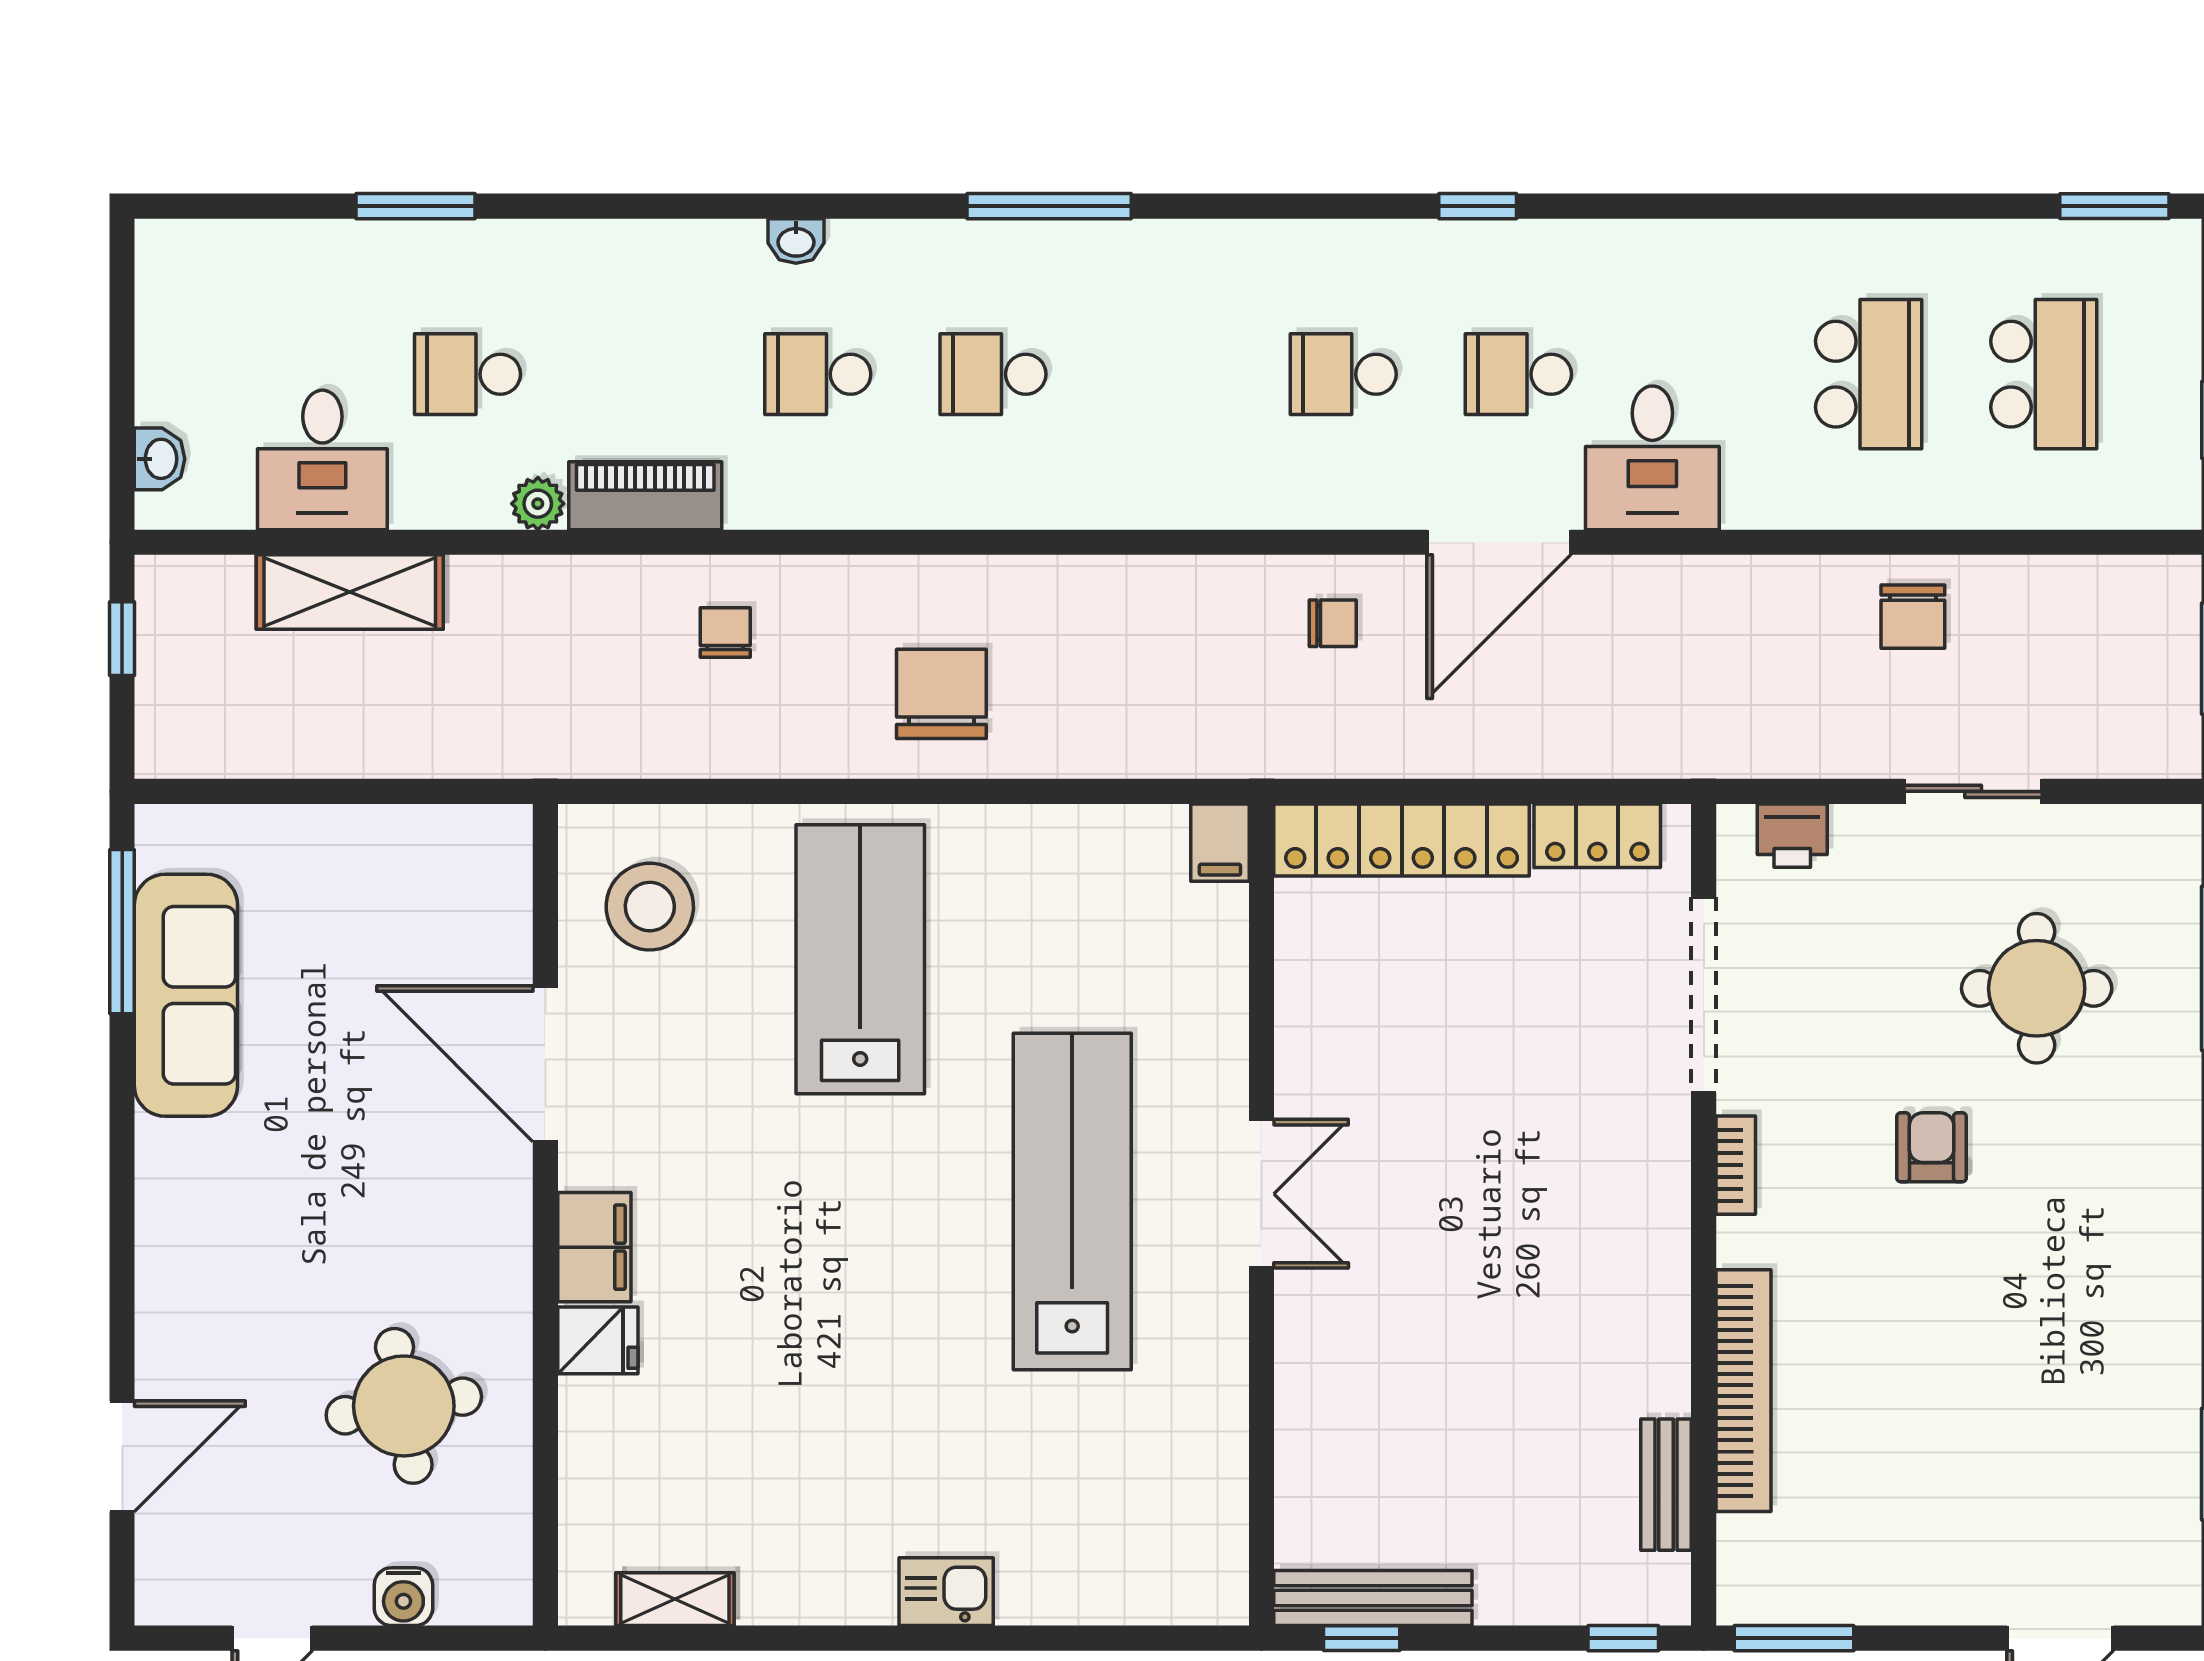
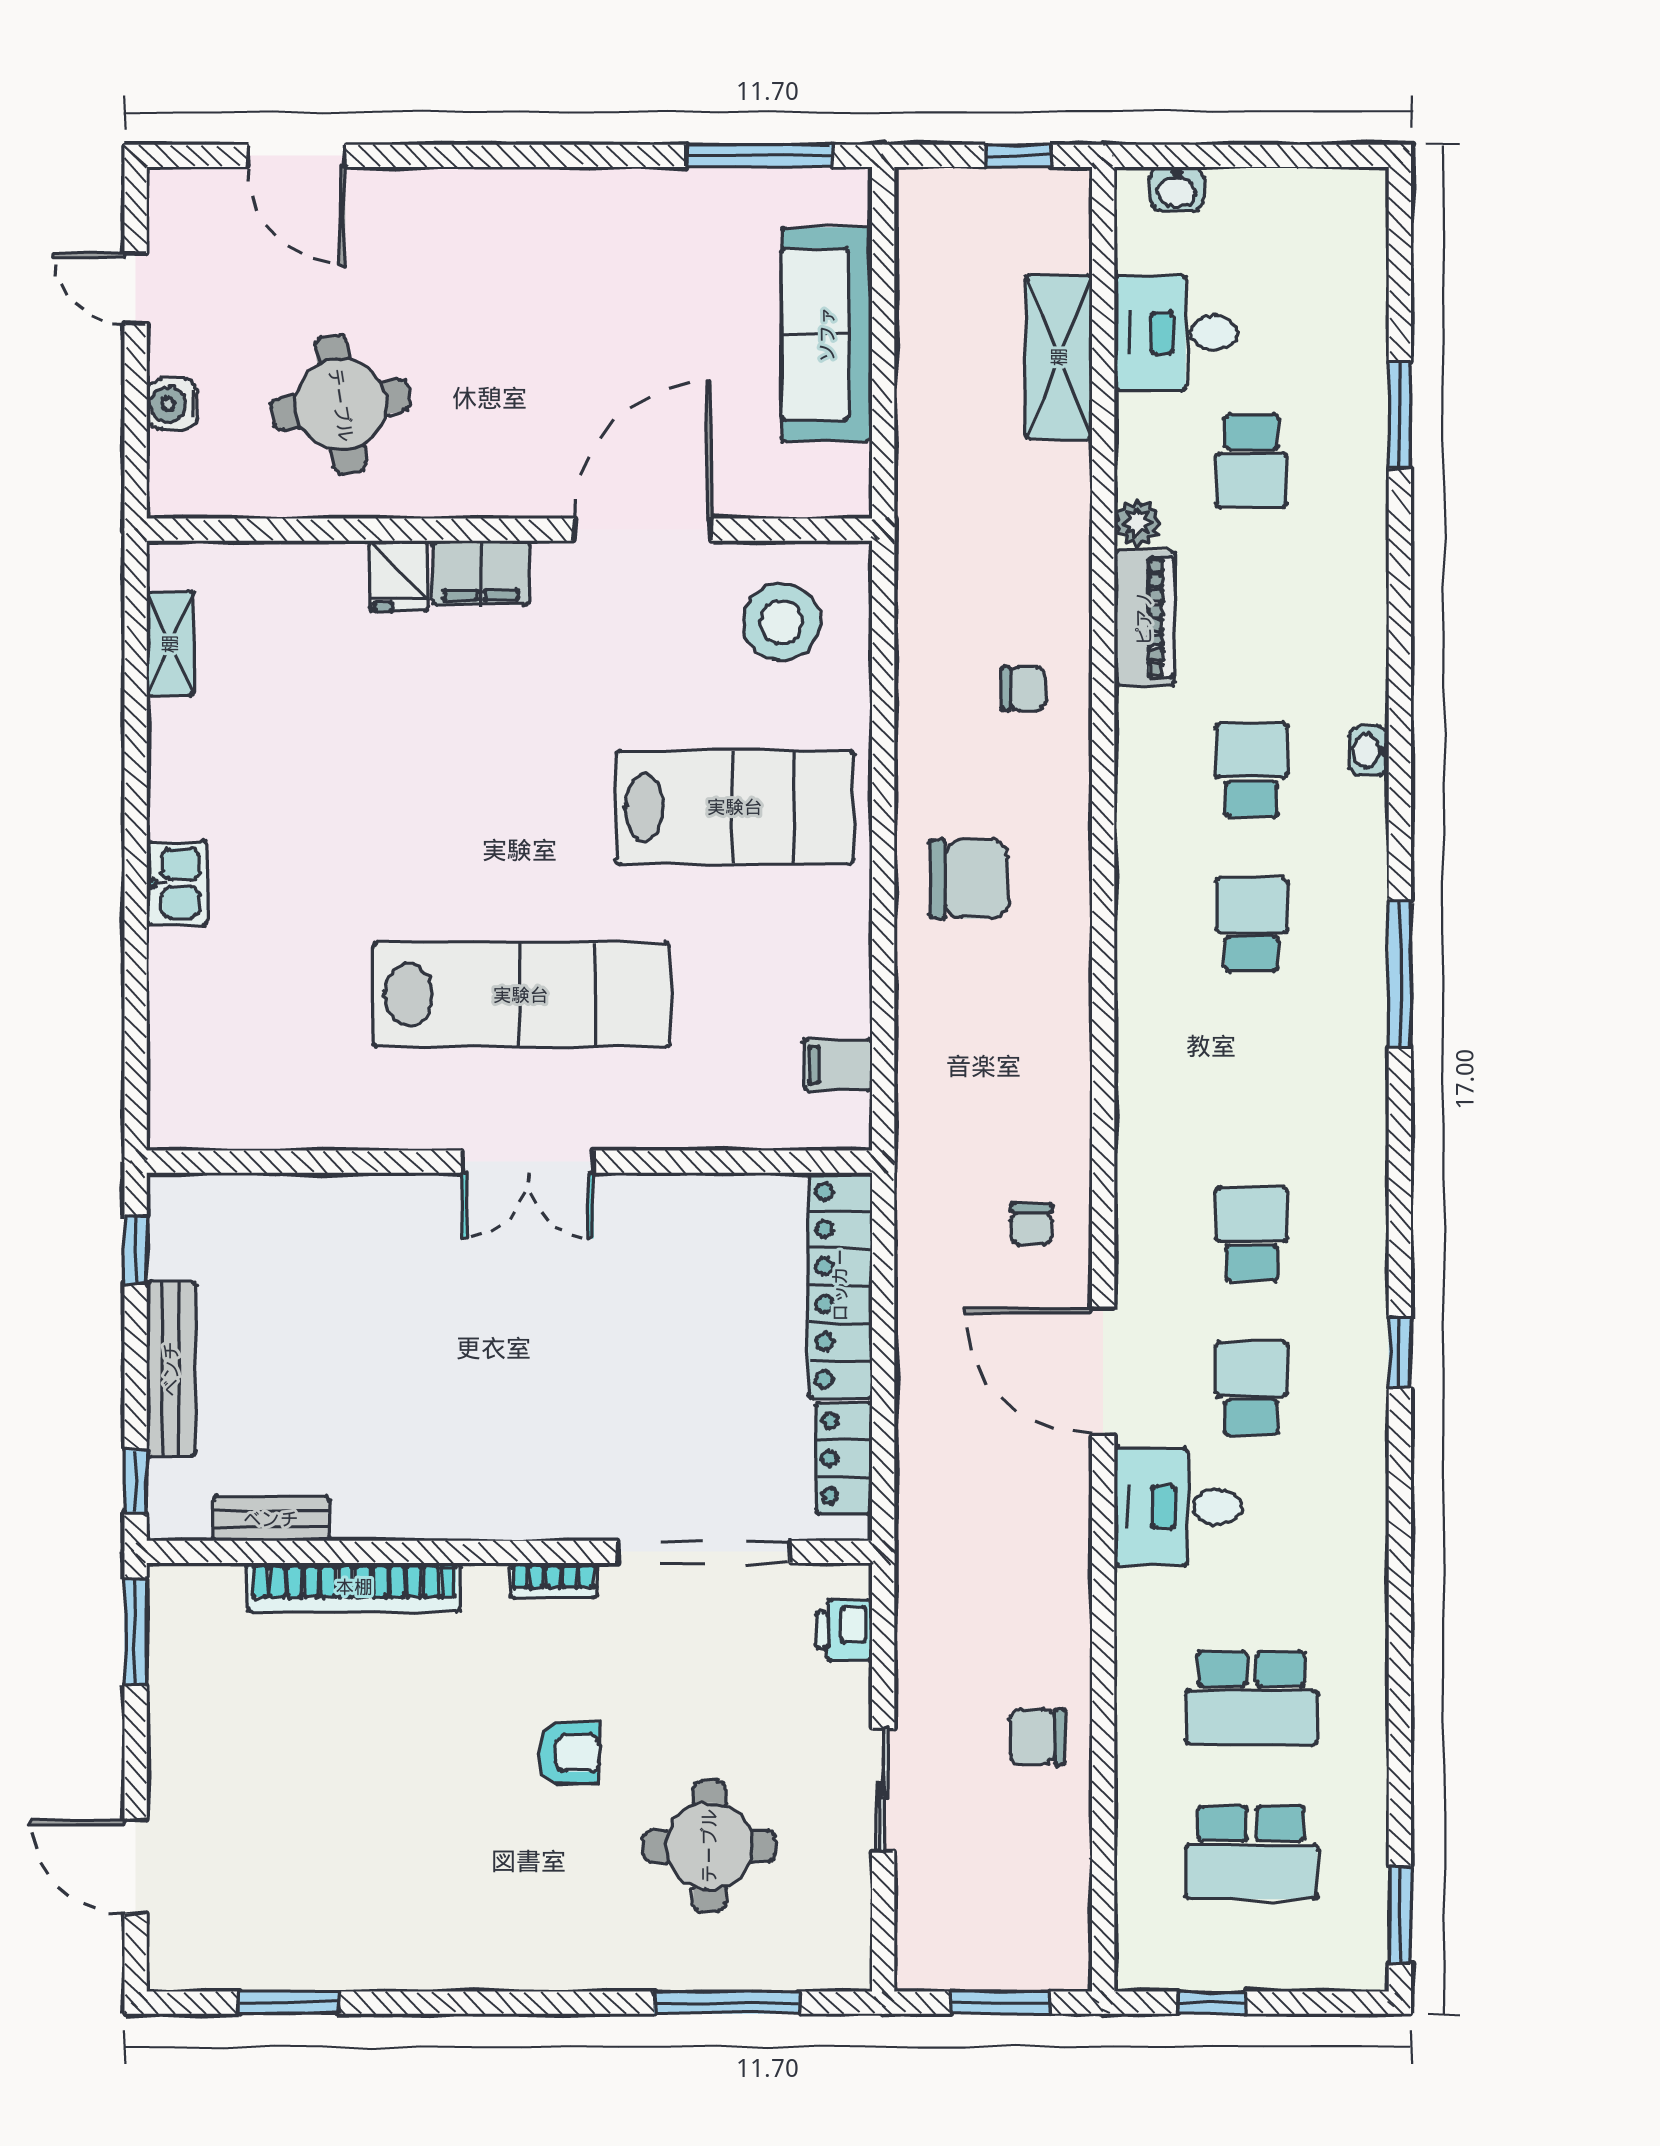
school desk: (468, 374) -> (1251, 461), turned 180
filing cabinet: (1220, 843) -> (838, 1065), moved
sofa: (186, 995) -> (827, 334), moved, turned 90
bench: (1373, 1598) -> (171, 1369), moved

